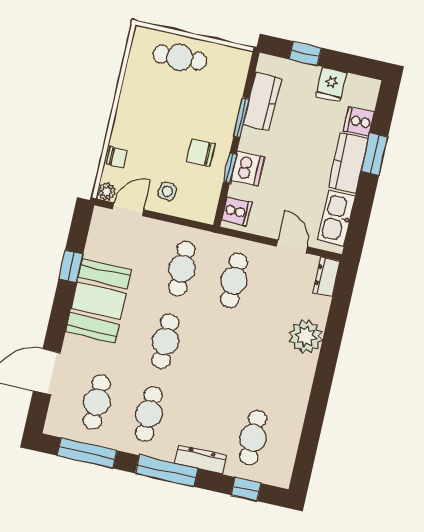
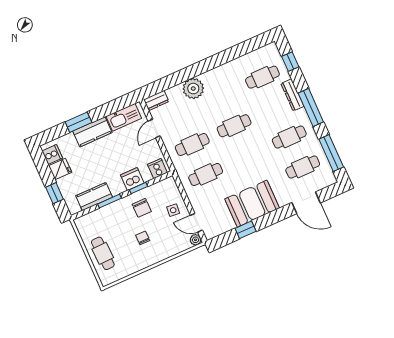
cooker: (359, 121) -> (52, 154), moved, turned -90
chair: (117, 157) -> (143, 238), moved
cafe table: (165, 341) -> (234, 126), moved

